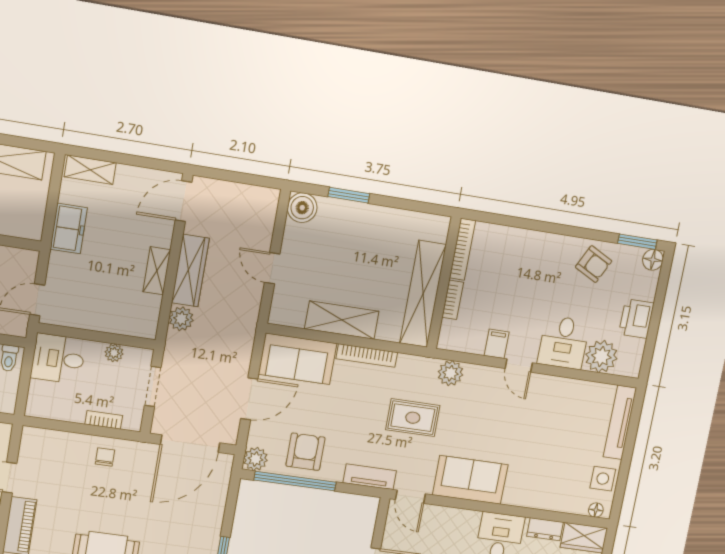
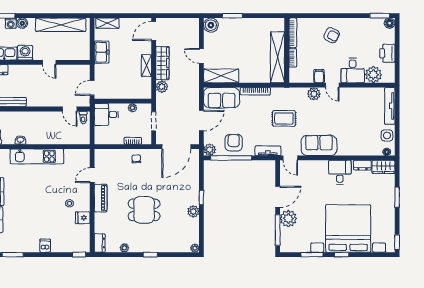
armchair: (594, 264) -> (332, 35), moved
shelving: (342, 320) -> (221, 76), moved
plant: (451, 373) -> (314, 94), moved

